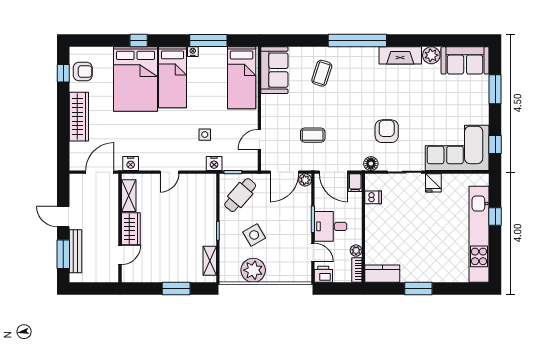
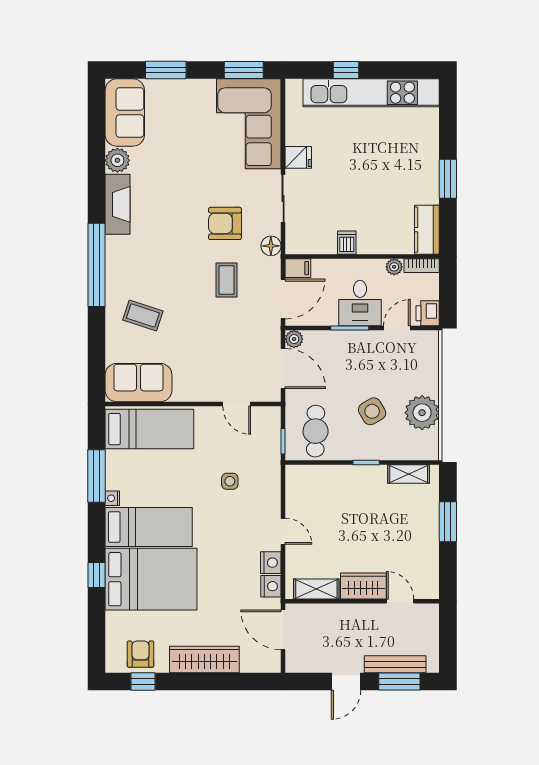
coffee table: (313, 135) -> (226, 280), moved
window: (495, 144) -> (244, 70), width x1.50
nightstand: (214, 163) -> (271, 563), moved
cafe table: (240, 195) -> (316, 431), turned 50
dishwasher: (373, 197) -> (347, 243), moved

